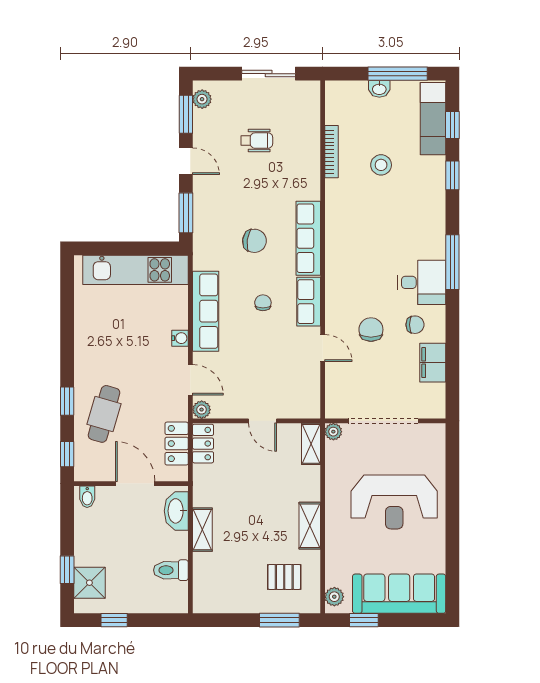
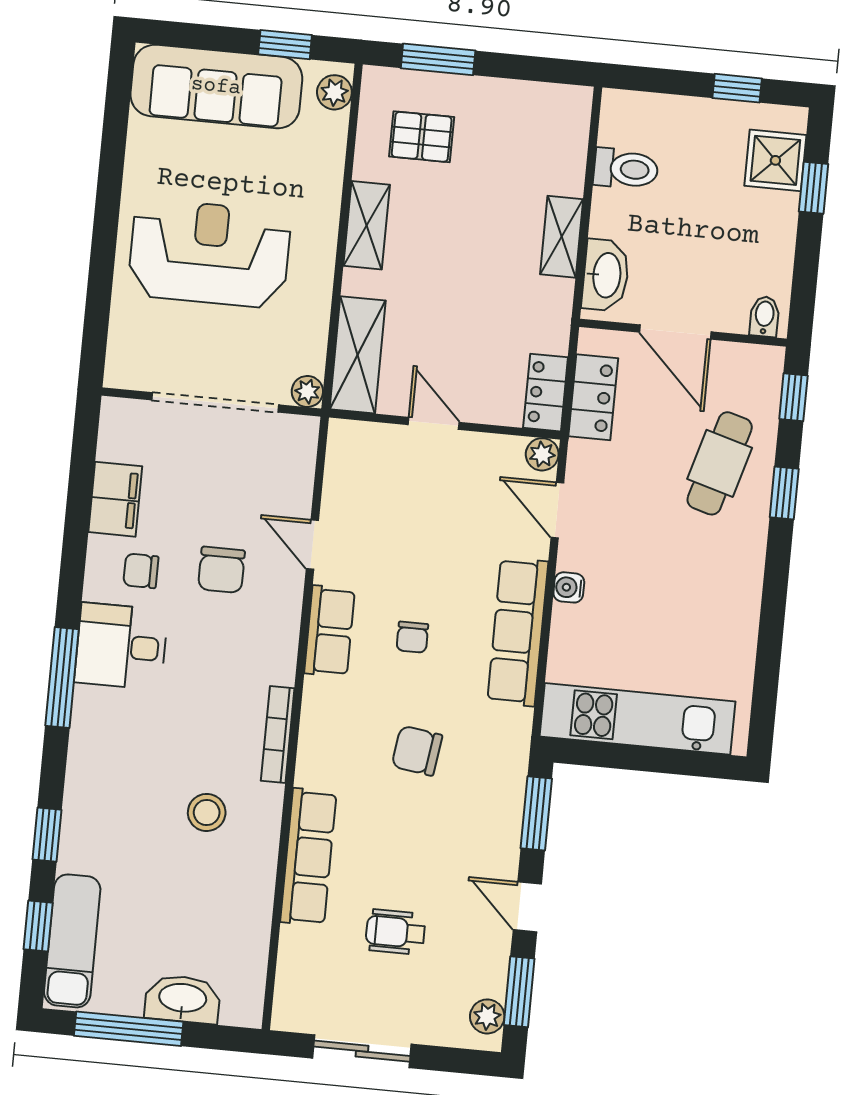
washbasin: (379, 89) -> (183, 999), width x1.91, depth x1.45
bookcase: (331, 152) -> (278, 734), moved
stool: (381, 165) -> (207, 812), moved
row of seats: (308, 238) -> (308, 857), moved
shelving: (311, 444) -> (358, 355), width x1.50, depth x1.33

